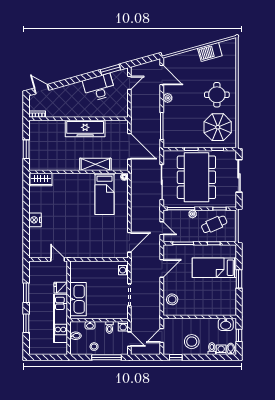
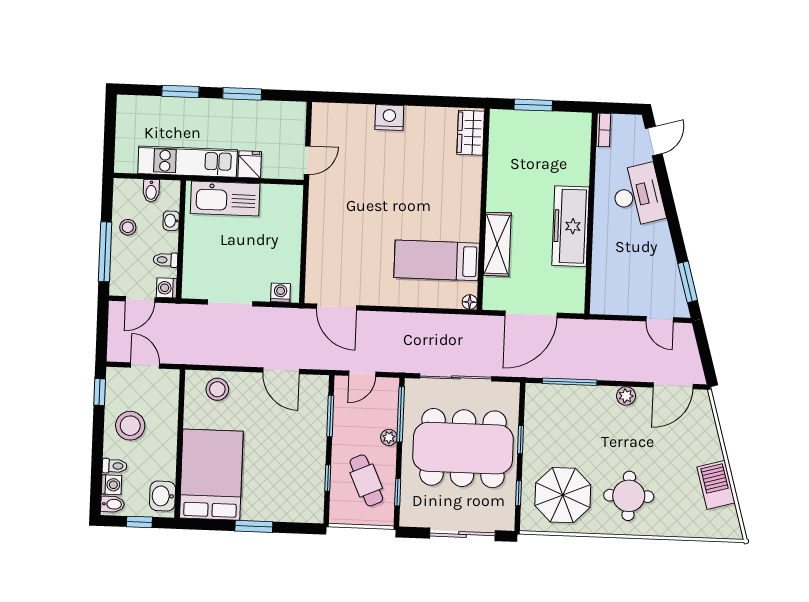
desk: (99, 87) -> (638, 195), moved
bed: (214, 268) -> (211, 475), moved, width x1.50

